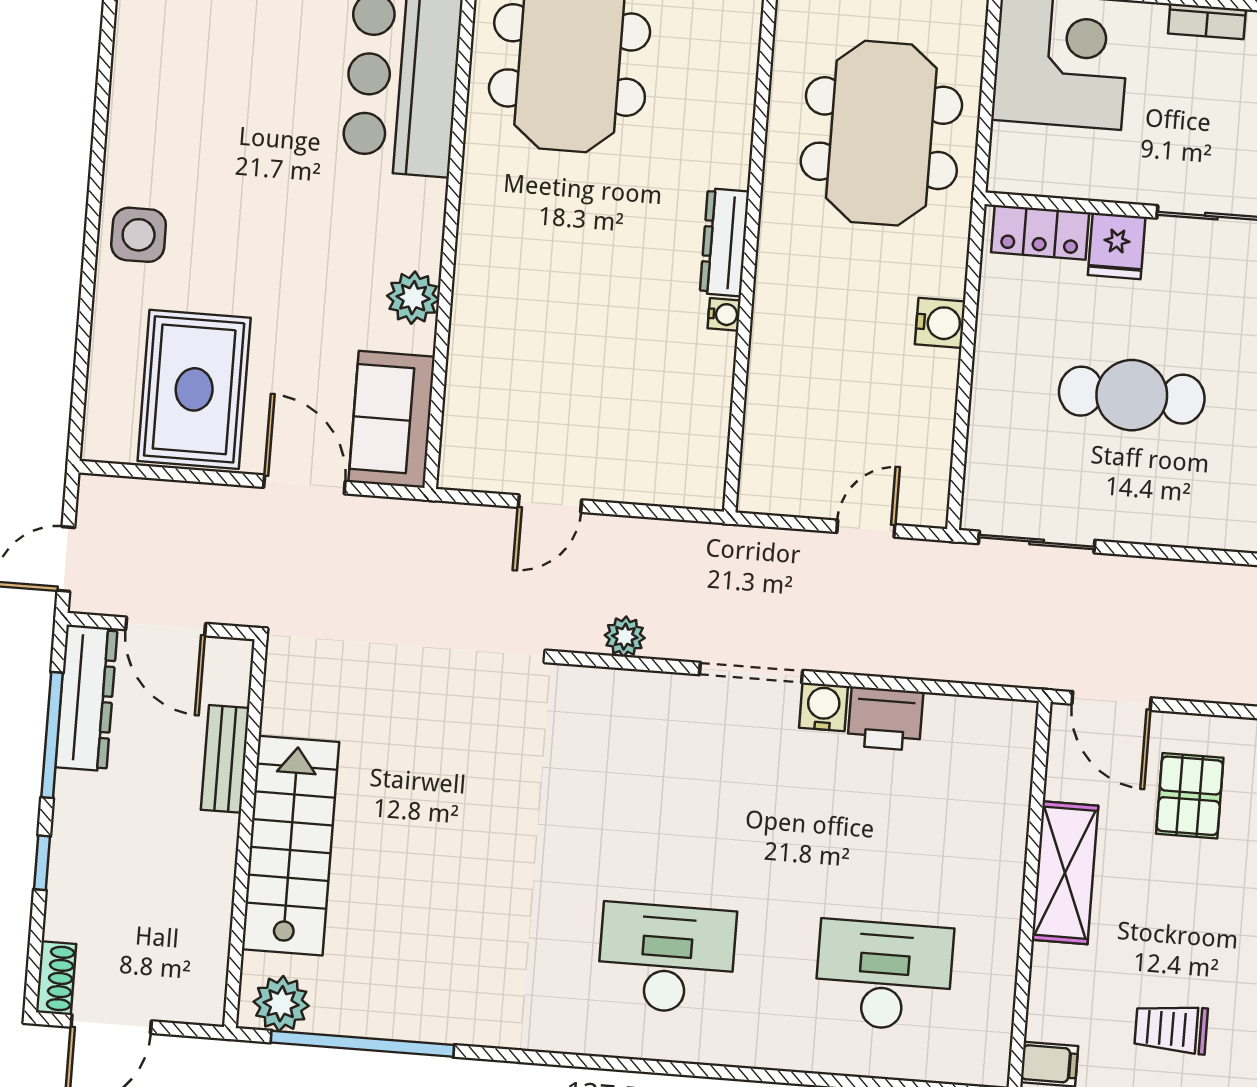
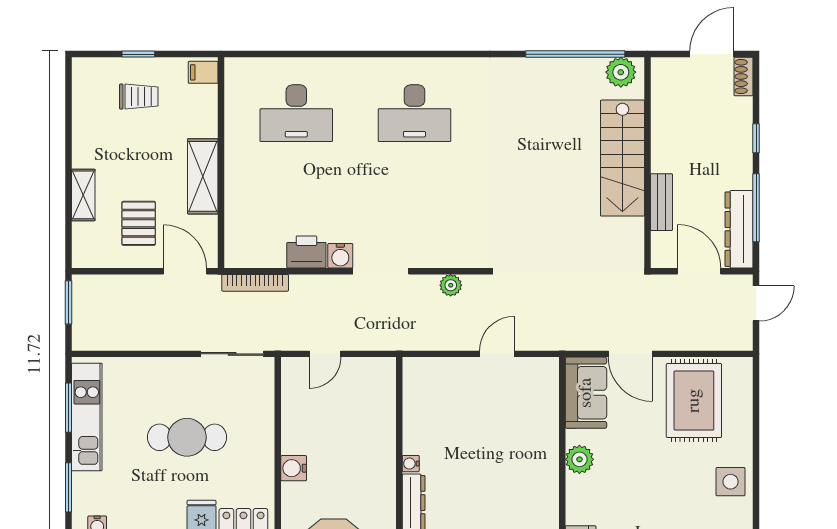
bookcase: (984, 669) -> (255, 283), added

